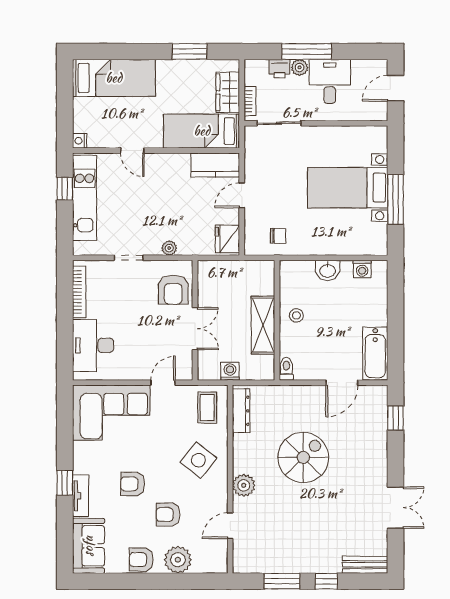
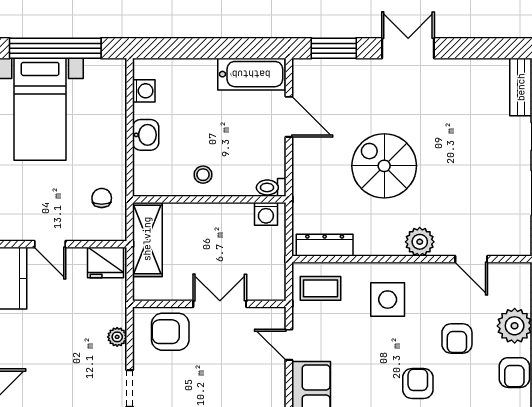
window: (396, 199) -> (55, 48), width x1.46
armchair: (173, 290) -> (170, 332), turned 180
shelving: (263, 325) -> (147, 239), moved, turned 90
washing machine: (230, 371) -> (266, 214), moved, turned -90
window: (396, 418) -> (334, 48), width x1.50
side table: (198, 460) -> (388, 300), turned -38
armchair: (133, 484) -> (418, 383), turned 180
double door: (396, 508) -> (408, 48), moved

